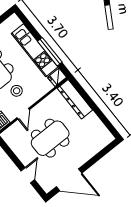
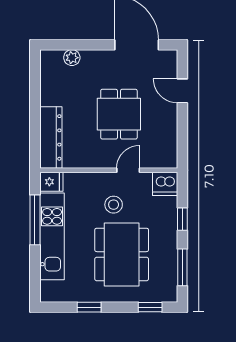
dining table: (50, 138) -> (119, 114), width x0.73
plant: (96, 148) -> (72, 58), added
door: (28, 175) -> (182, 91), hinge flipped

